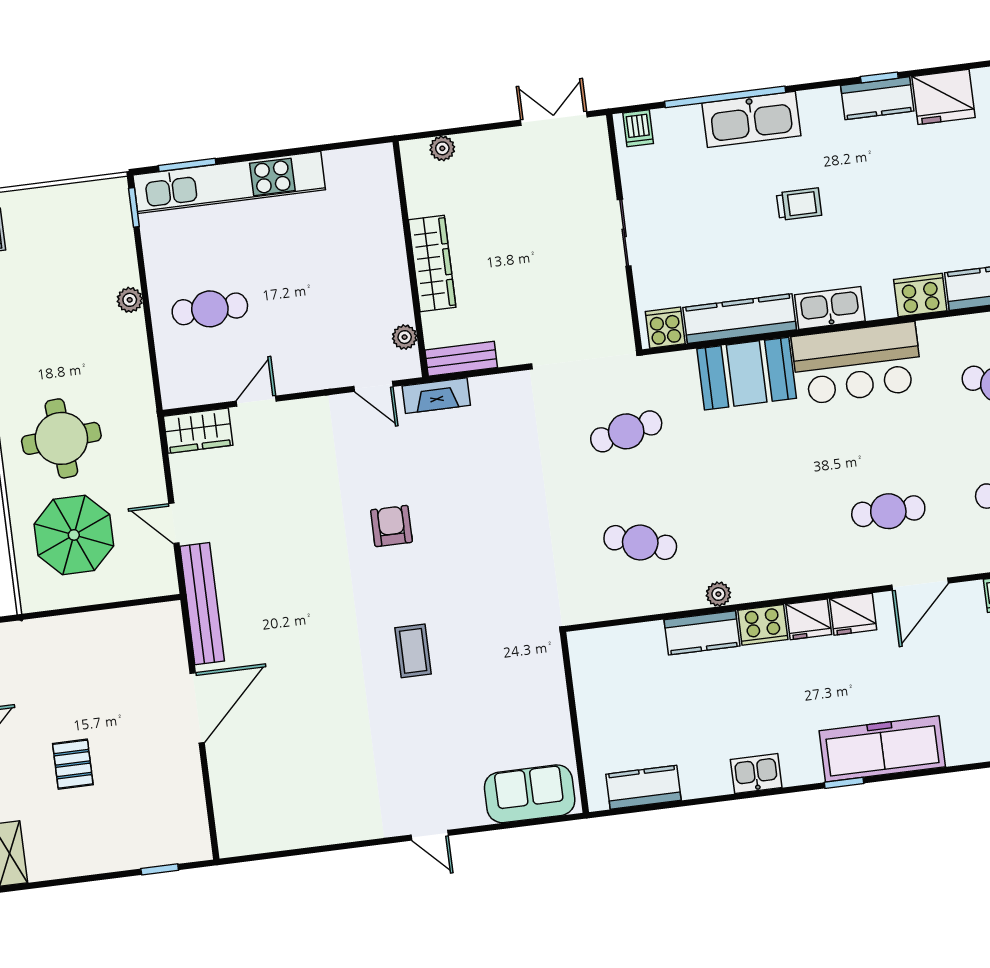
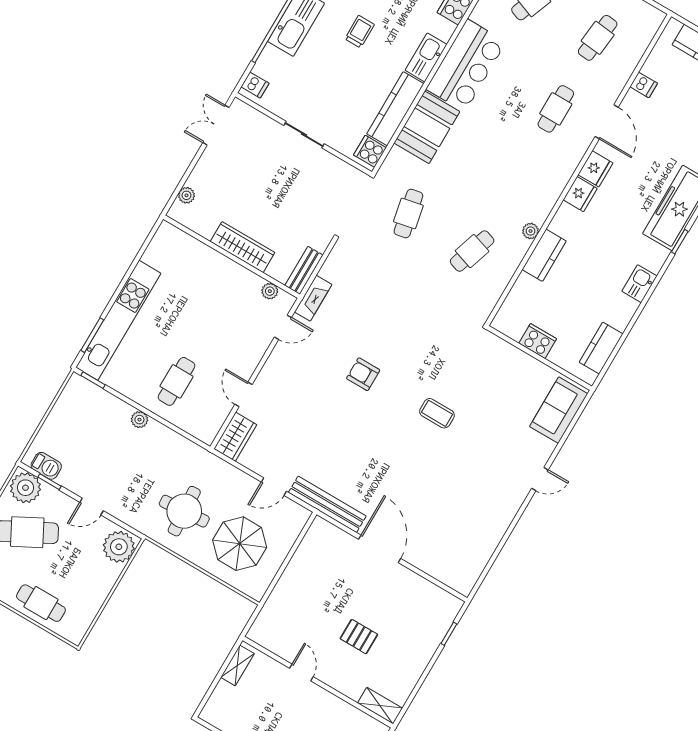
cooker: (763, 625) -> (538, 341), moved, turned -90

